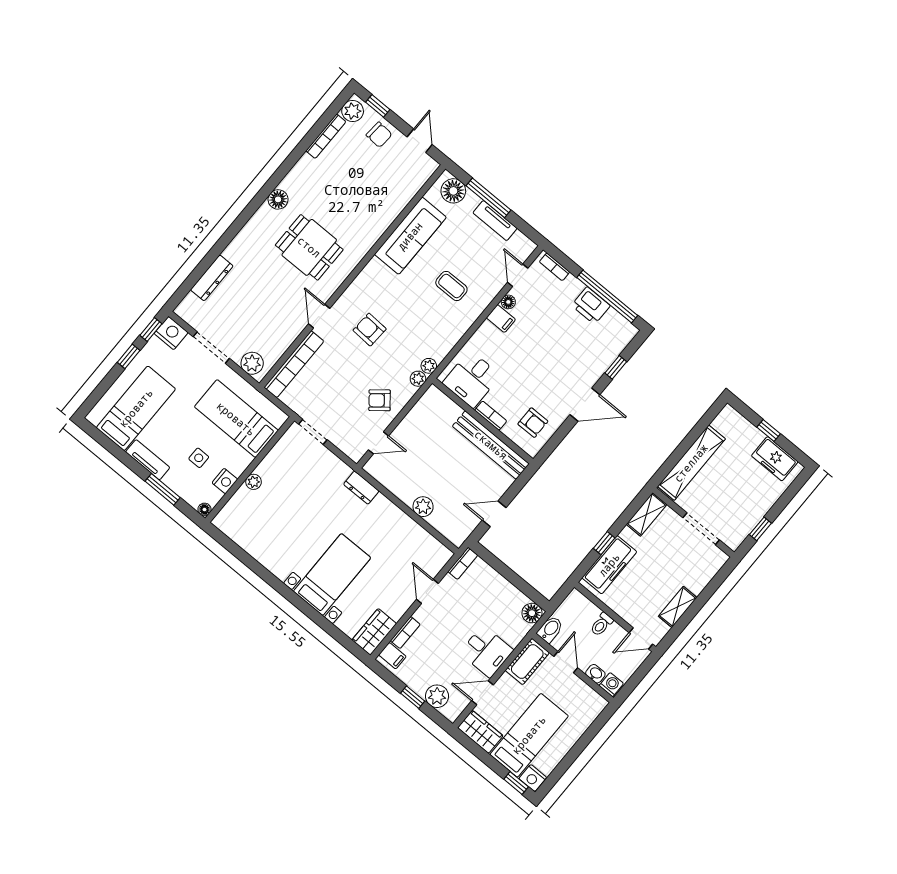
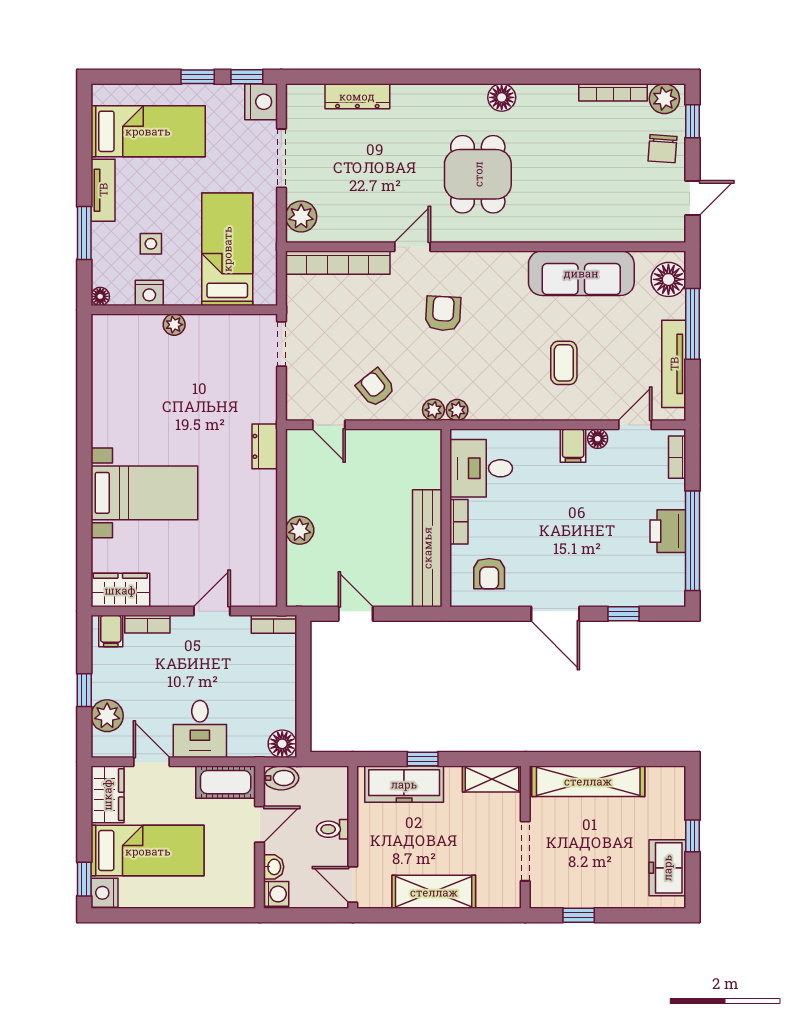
tv unit: (495, 221) -> (674, 364), width x1.41
shelving: (678, 607) -> (434, 892), width x1.50, depth x1.33

